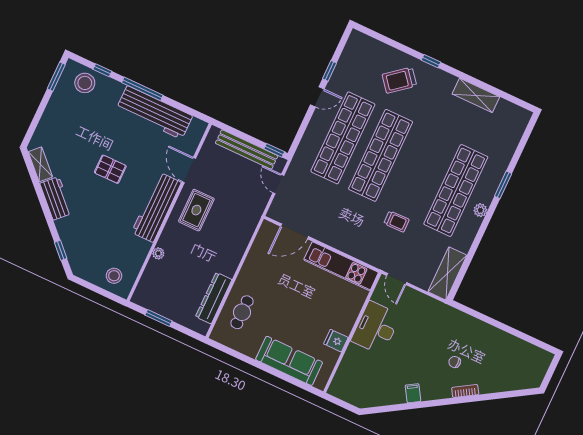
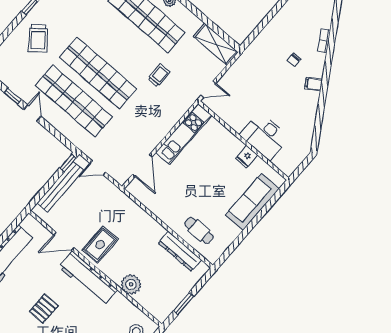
rug: (196, 210) -> (100, 245), turned 90
plant: (158, 253) -> (131, 284), width x1.87, depth x1.87
desk: (376, 328) -> (265, 136), moved
bookcase: (465, 391) -> (324, 41), moved
filing cabinet: (413, 393) -> (314, 84), moved

